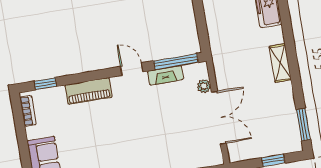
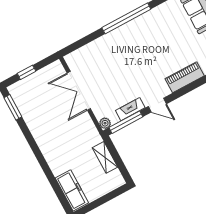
shelving: (280, 63) -> (105, 157), moved
plant: (204, 86) -> (105, 123), moved

